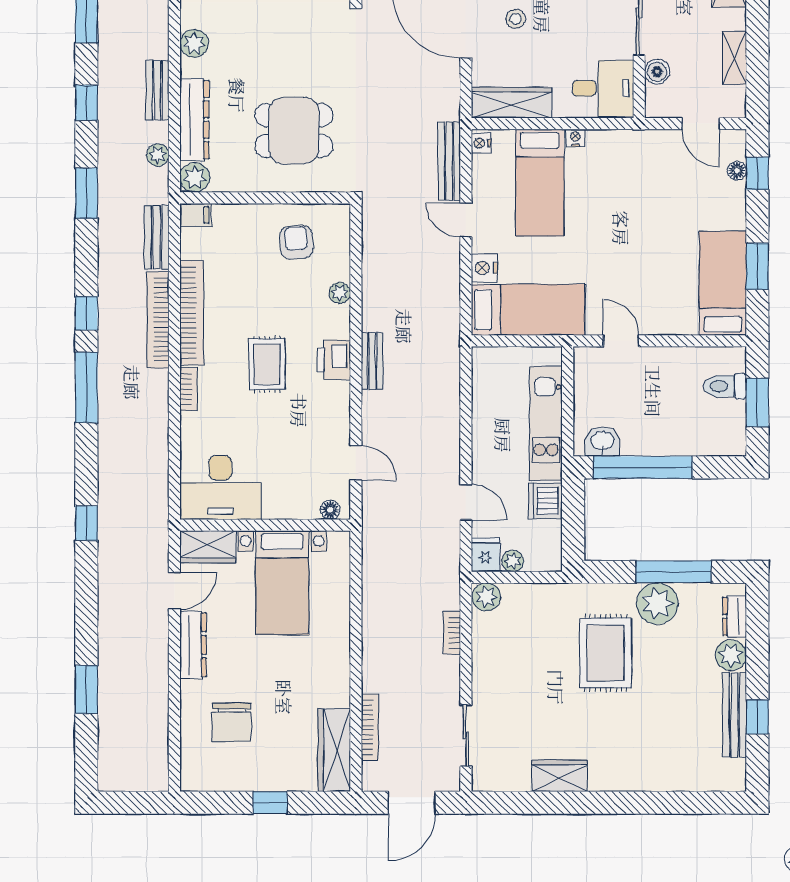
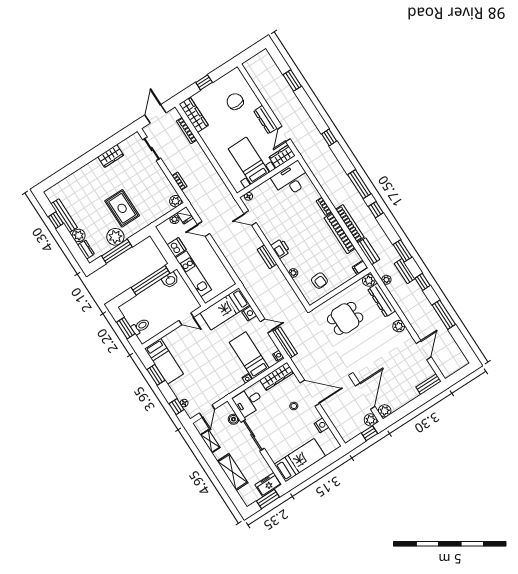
bench: (157, 90) -> (405, 271), moved
door: (701, 124) -> (207, 411), swing flipped
rug: (267, 364) -> (302, 232), removed

